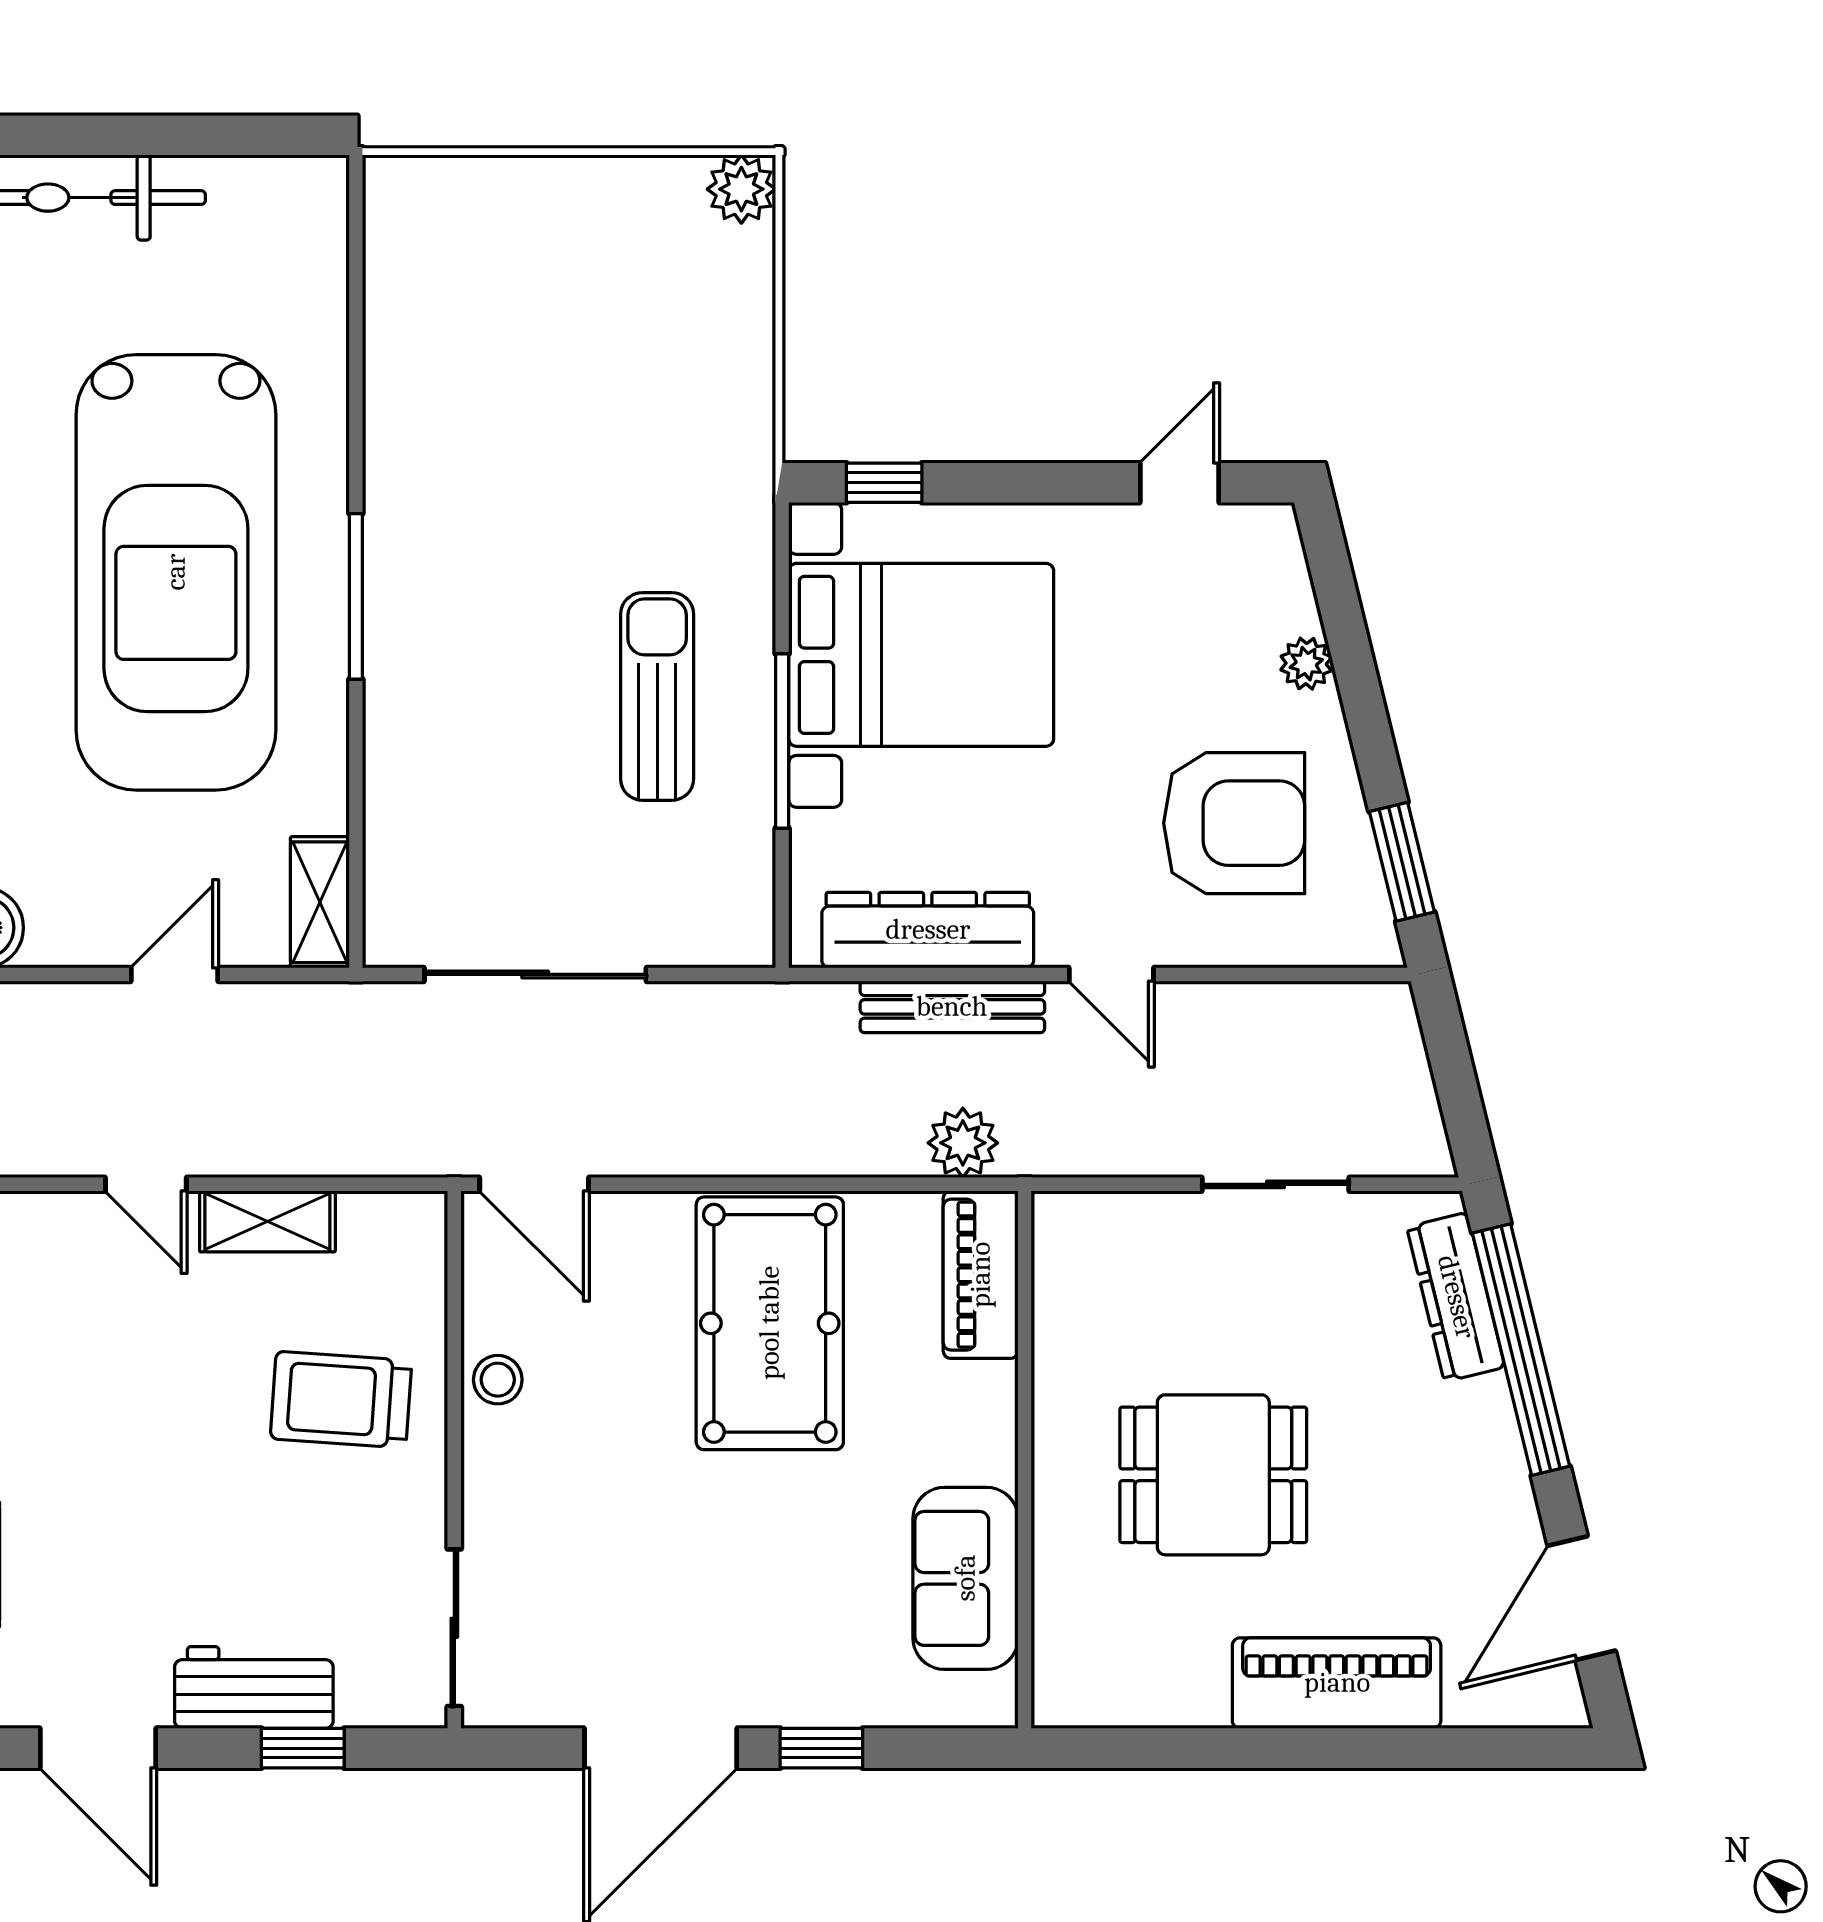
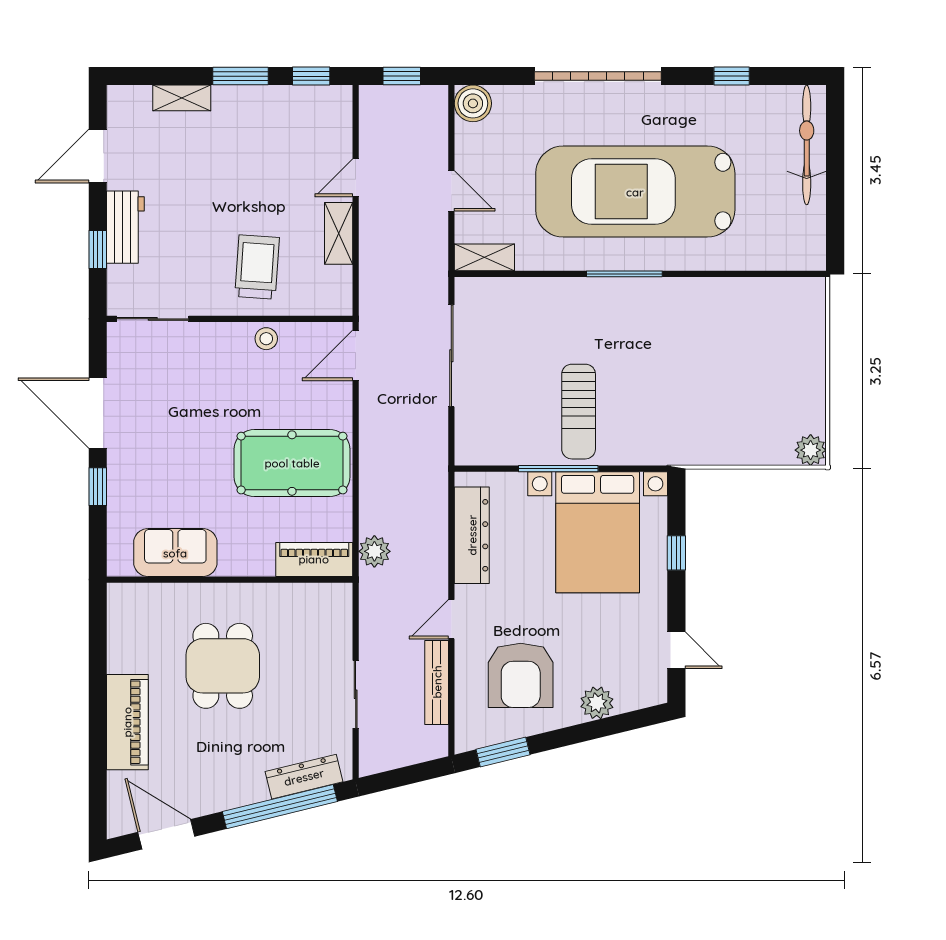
window: (884, 483) -> (676, 553), moved
plant: (1306, 664) -> (597, 703), width x1.38, depth x1.38
sun lounger: (657, 696) -> (579, 412), turned 90
bench: (952, 1007) -> (437, 682), moved

